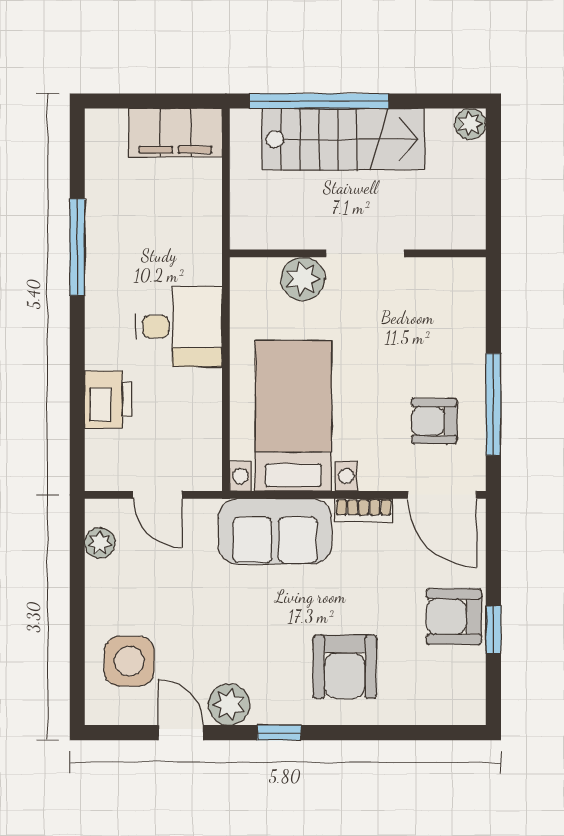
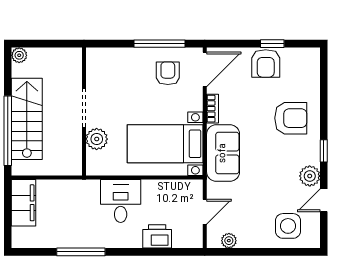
armchair: (434, 421) -> (168, 73), turned 180

